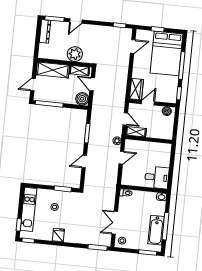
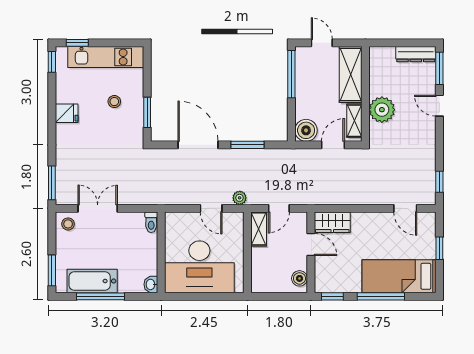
bed: (167, 53) -> (399, 276), width x0.67
door: (84, 162) -> (198, 145), width x1.87
desk: (157, 177) -> (199, 267), width x1.87, depth x1.30

